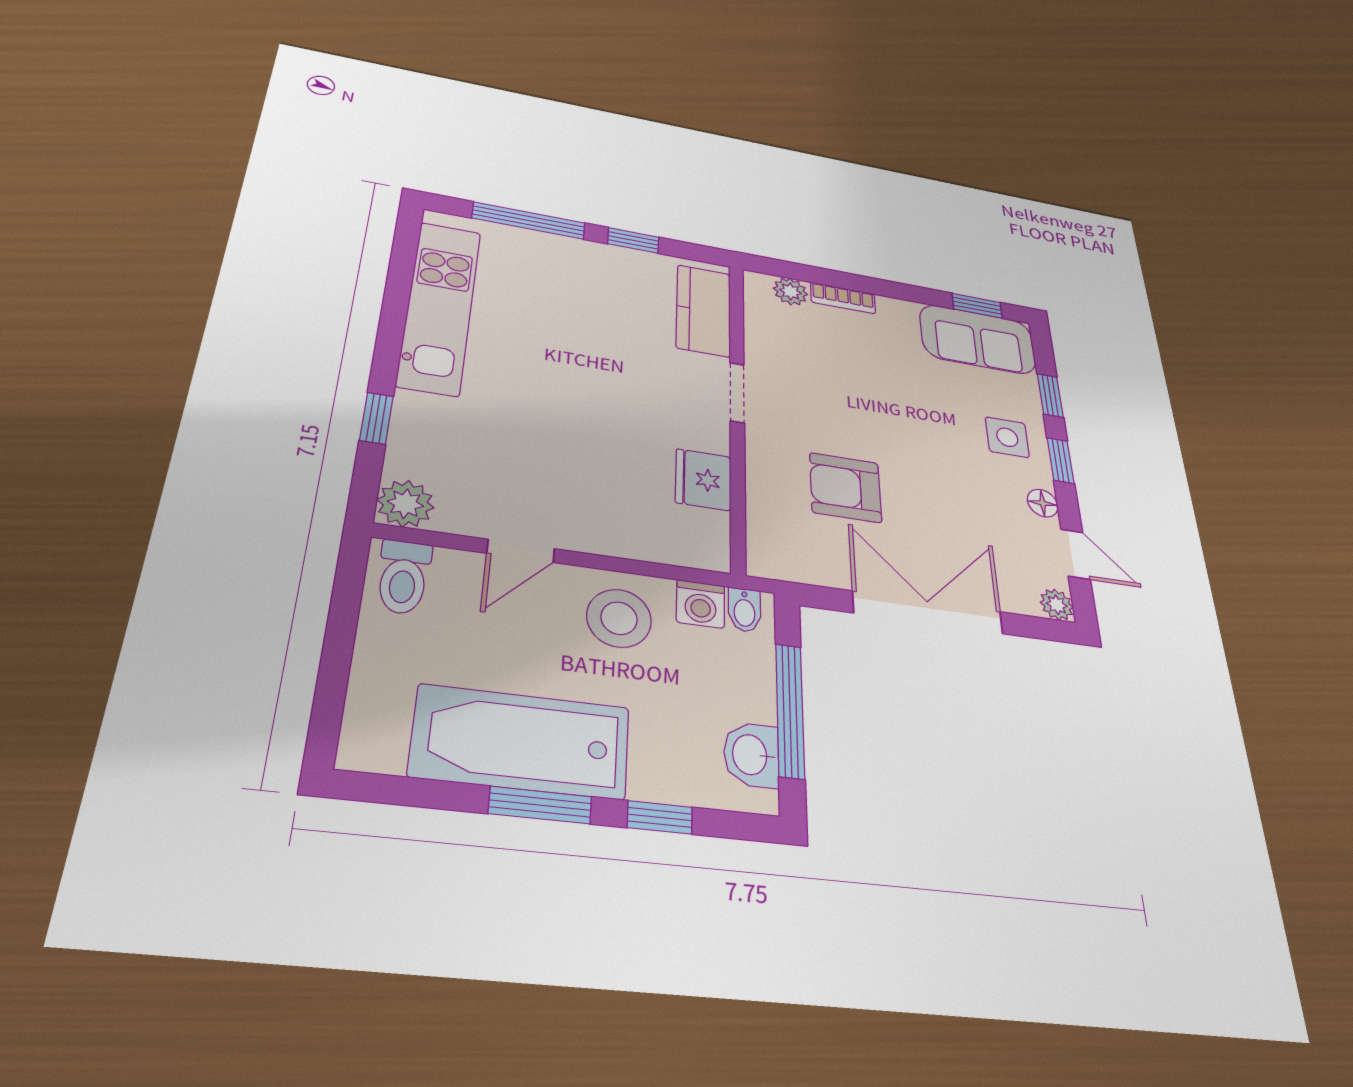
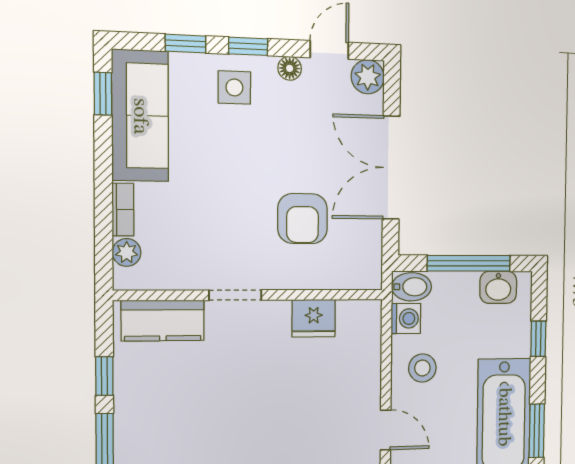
sofa: (978, 339) -> (140, 116), width x1.36
plant: (1057, 605) -> (368, 77), width x1.38, depth x1.38
bidet: (744, 610) -> (412, 287), width x1.38, depth x1.36
stool: (619, 618) -> (422, 368), width x0.73, depth x0.73
window: (540, 805) -> (537, 431), moved

